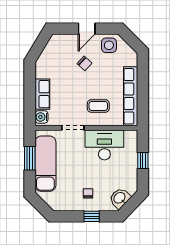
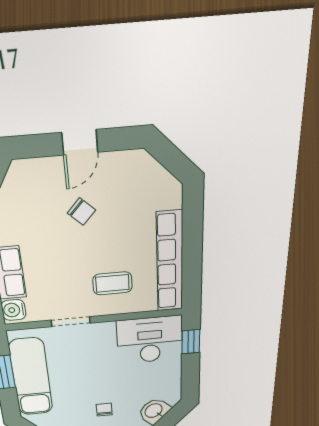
side table: (109, 45) -> (127, 173), removed
desk: (104, 145) -> (150, 340), moved
window: (143, 160) -> (191, 342), moved

